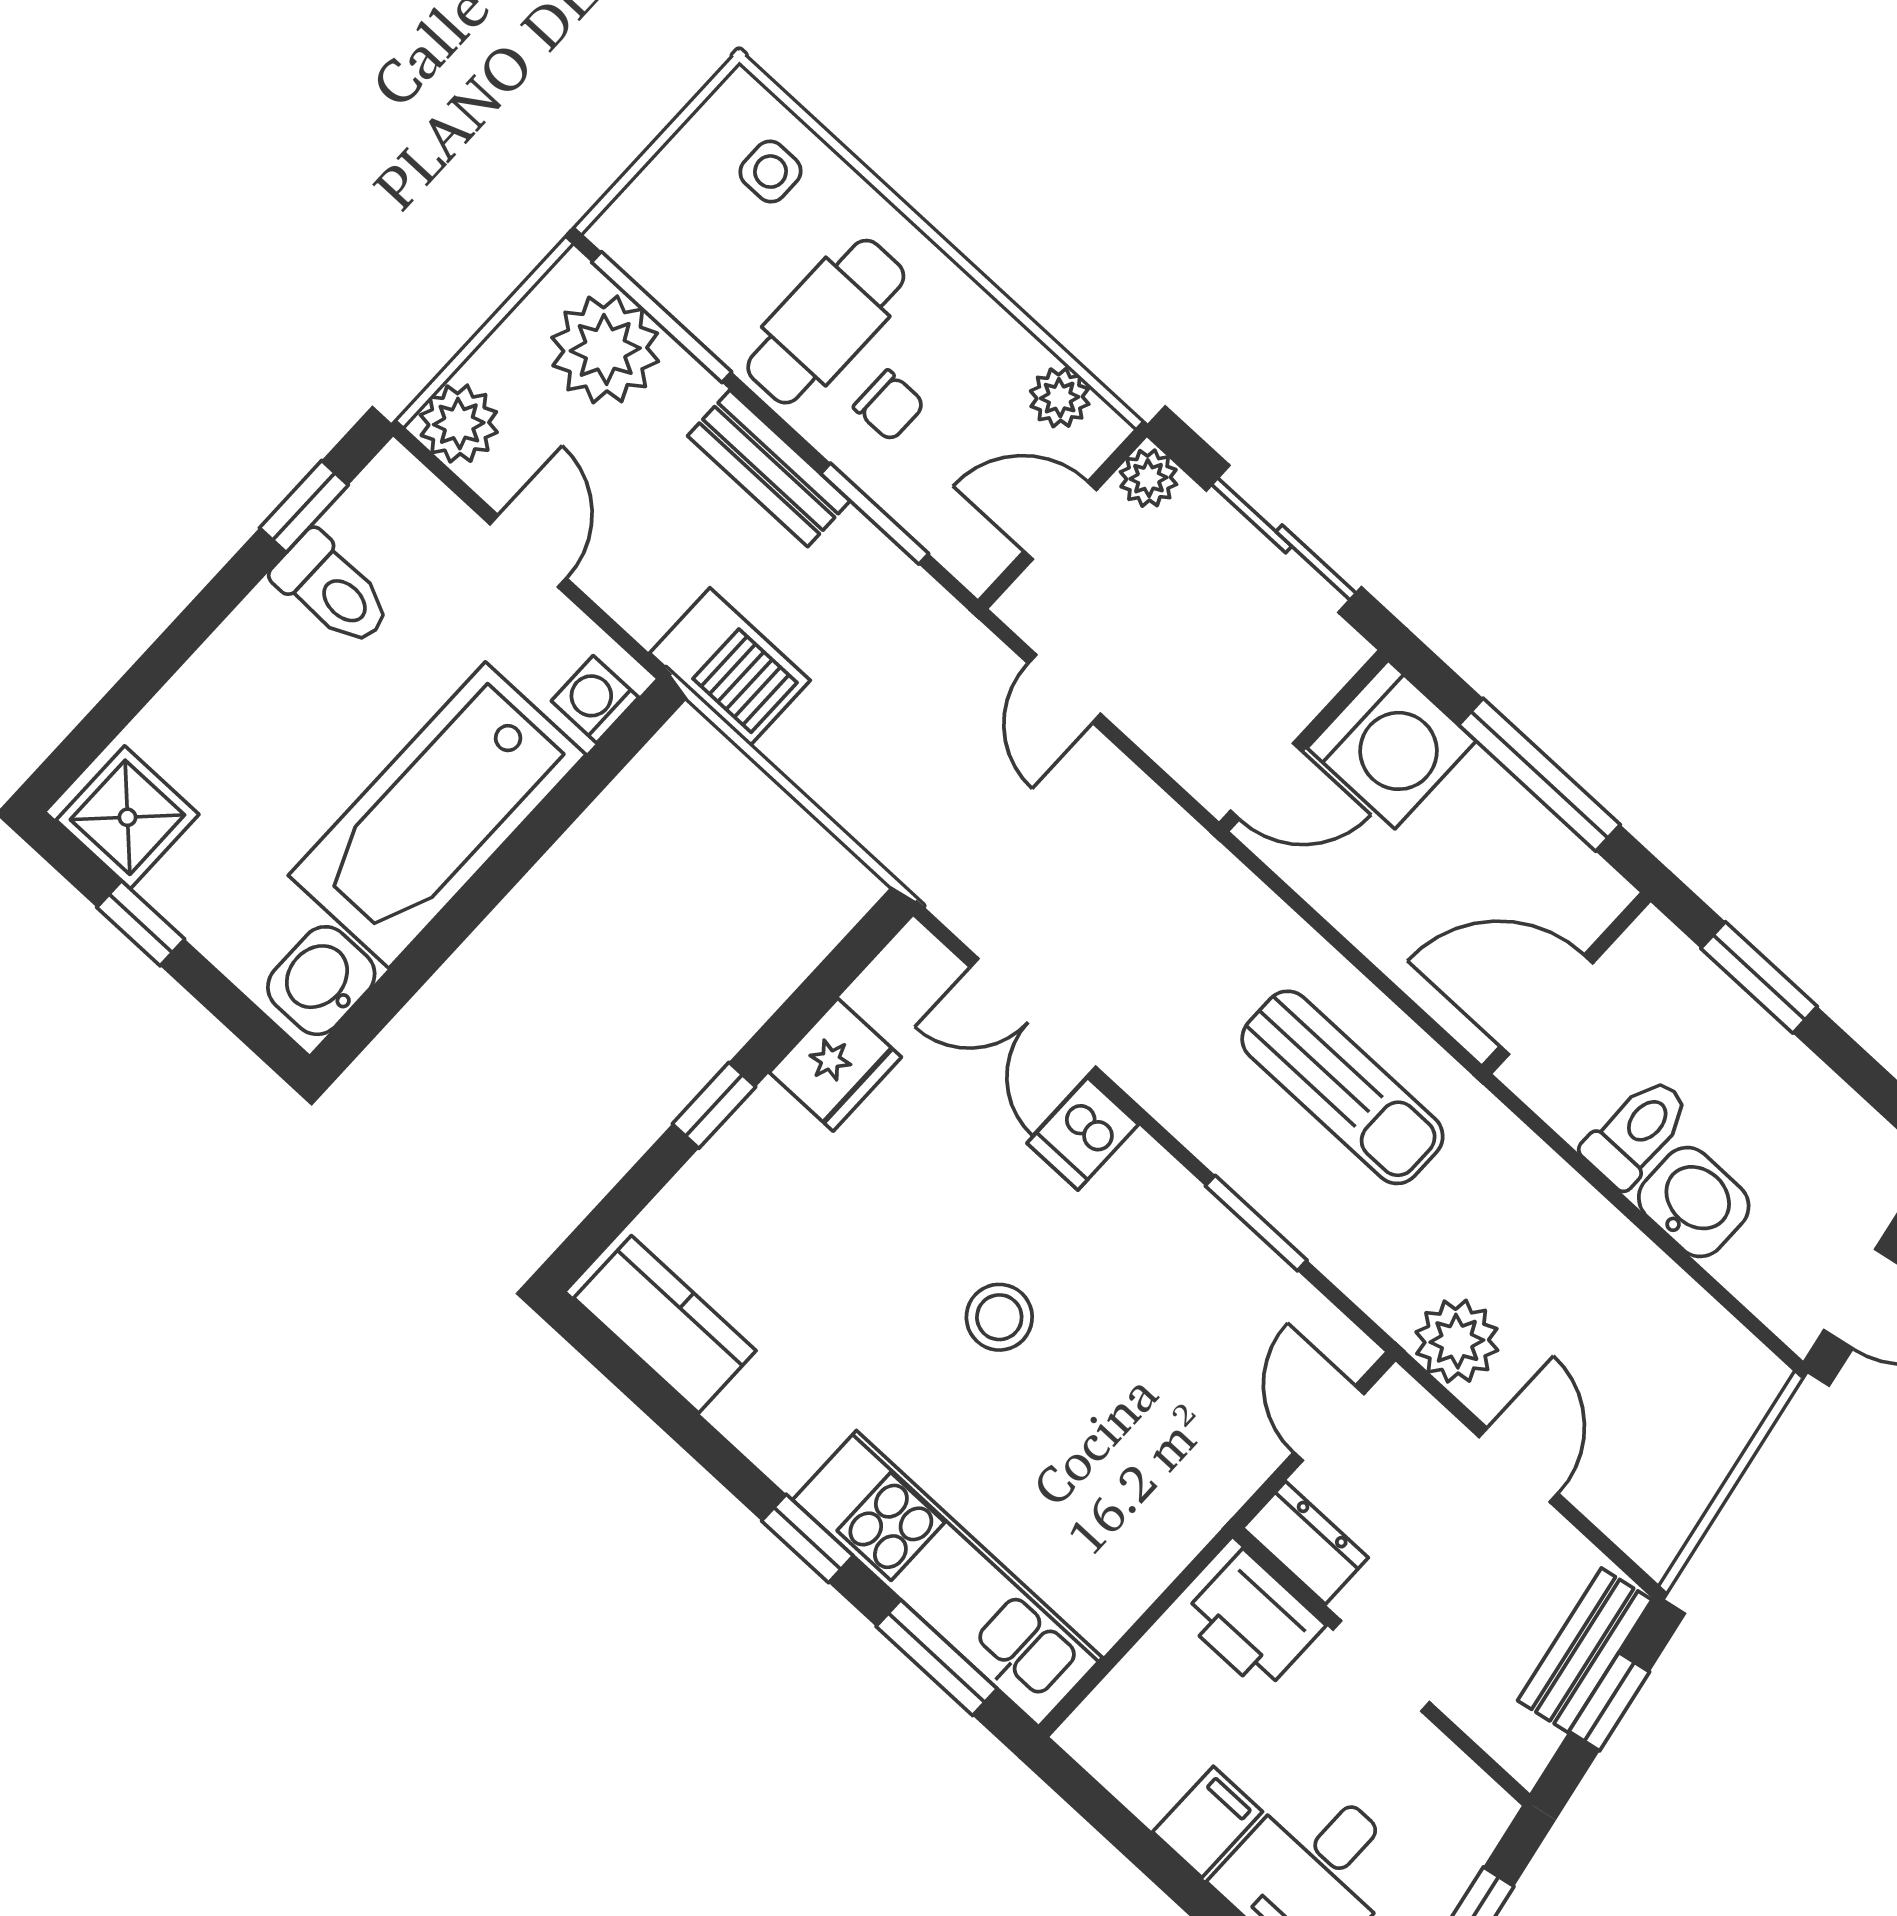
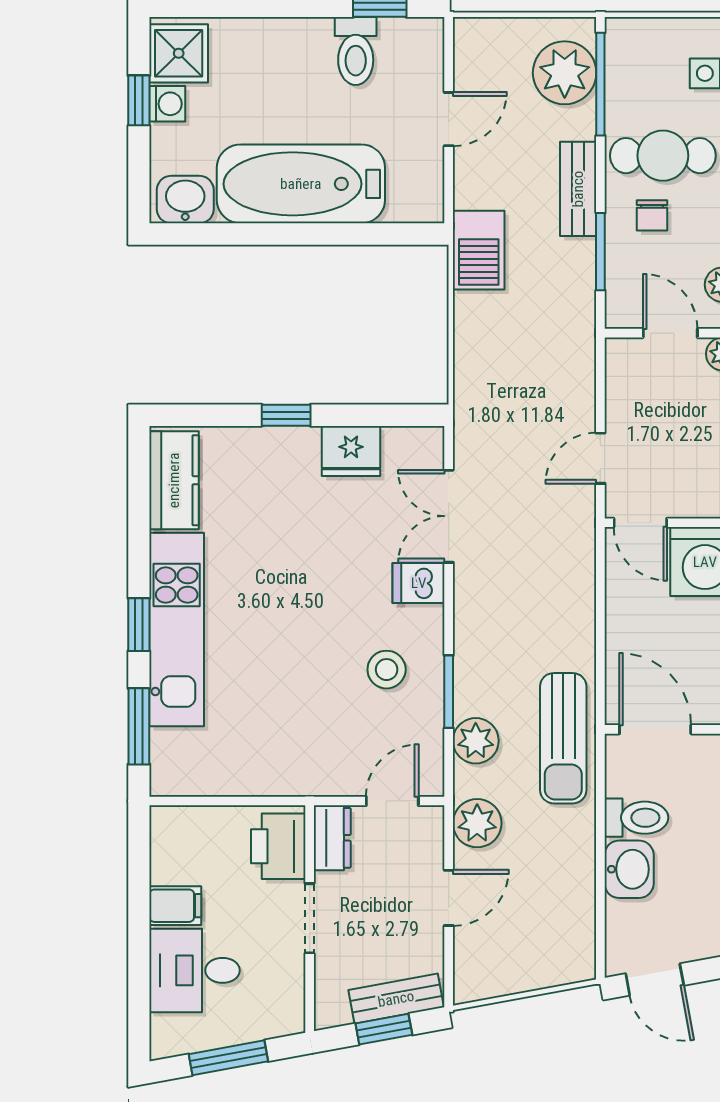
plant: (459, 424) -> (476, 741), moved
door: (1064, 689) -> (600, 458), moved
washing machine: (595, 699) -> (167, 104), moved, turned 90
sun lounger: (1342, 1087) -> (563, 738), moved
stool: (999, 1317) -> (387, 670), moved
kitchen unit: (948, 1579) -> (177, 630), moved

